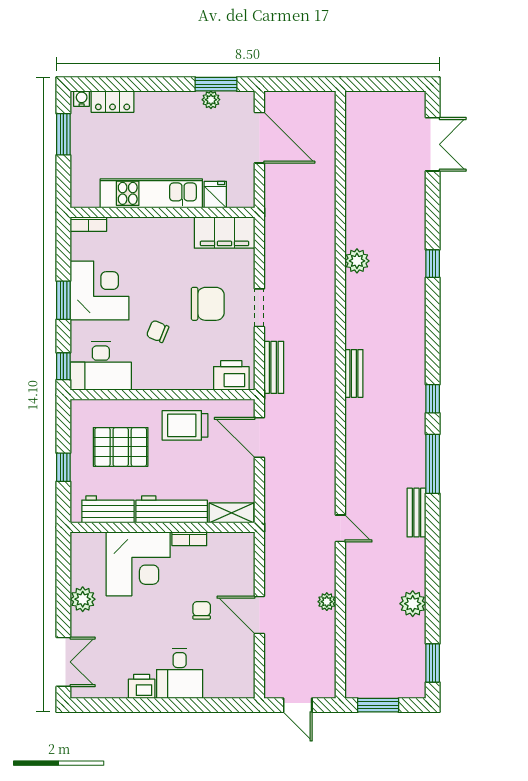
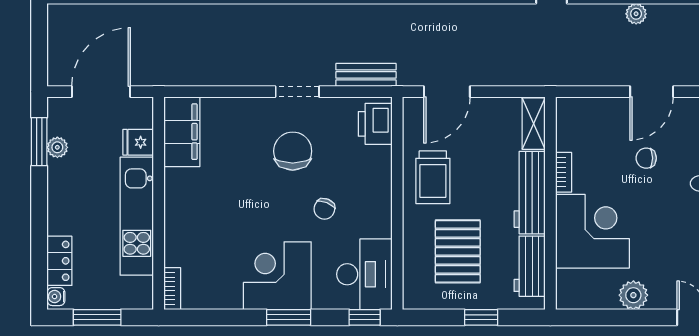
kitchen unit: (151, 193) -> (137, 216), moved
fridge: (215, 195) -> (138, 142), moved
wall: (162, 212) -> (159, 203), moved
bookcase: (88, 224) -> (172, 289), moved
filing cabinet: (225, 232) -> (182, 132), moved

